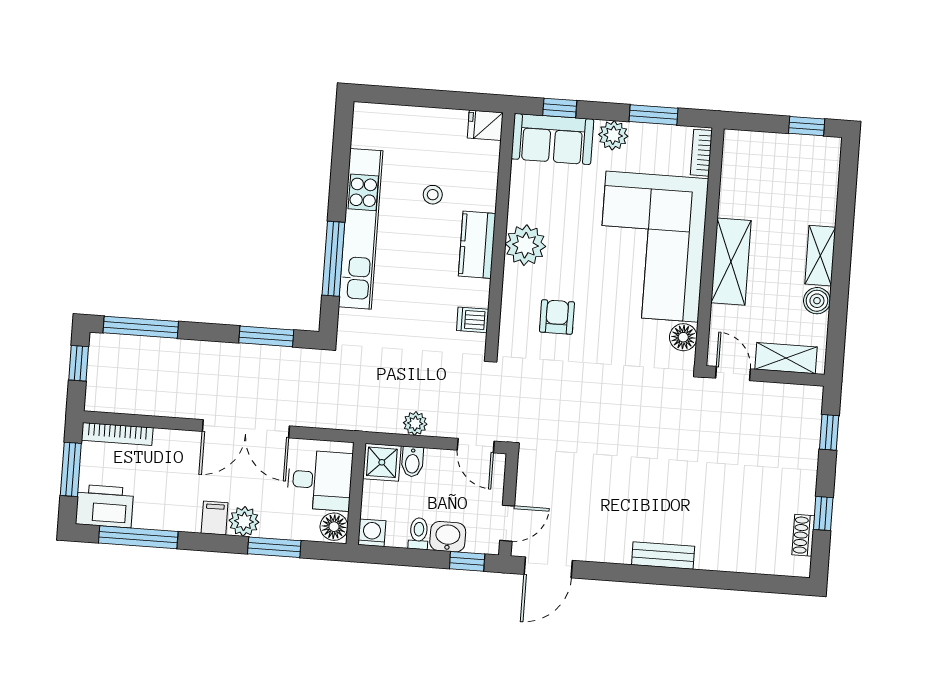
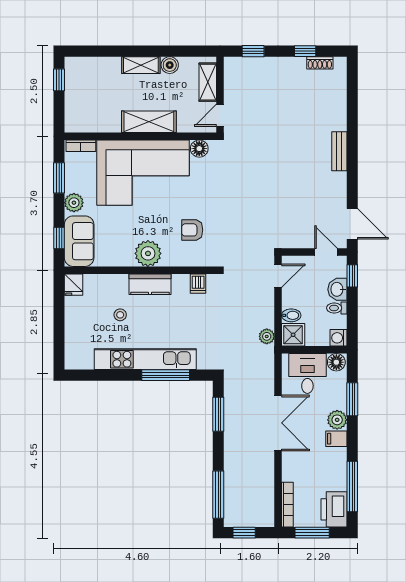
plant: (415, 423) -> (267, 336), moved

